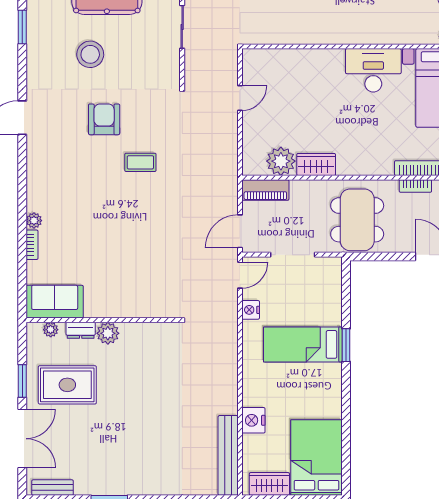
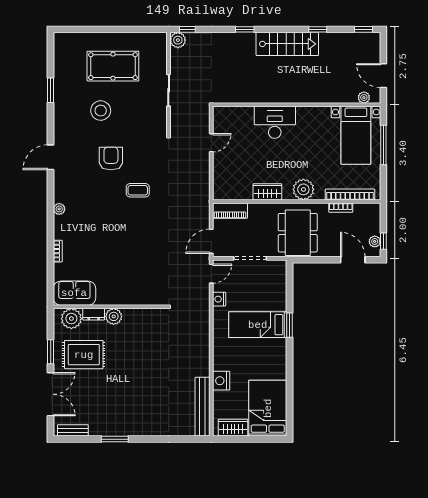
desk: (373, 70) -> (275, 122), moved
plant: (281, 161) -> (303, 189), moved
plant: (34, 221) -> (59, 209), moved
plant: (51, 330) -> (71, 319), width x1.88, depth x1.88

